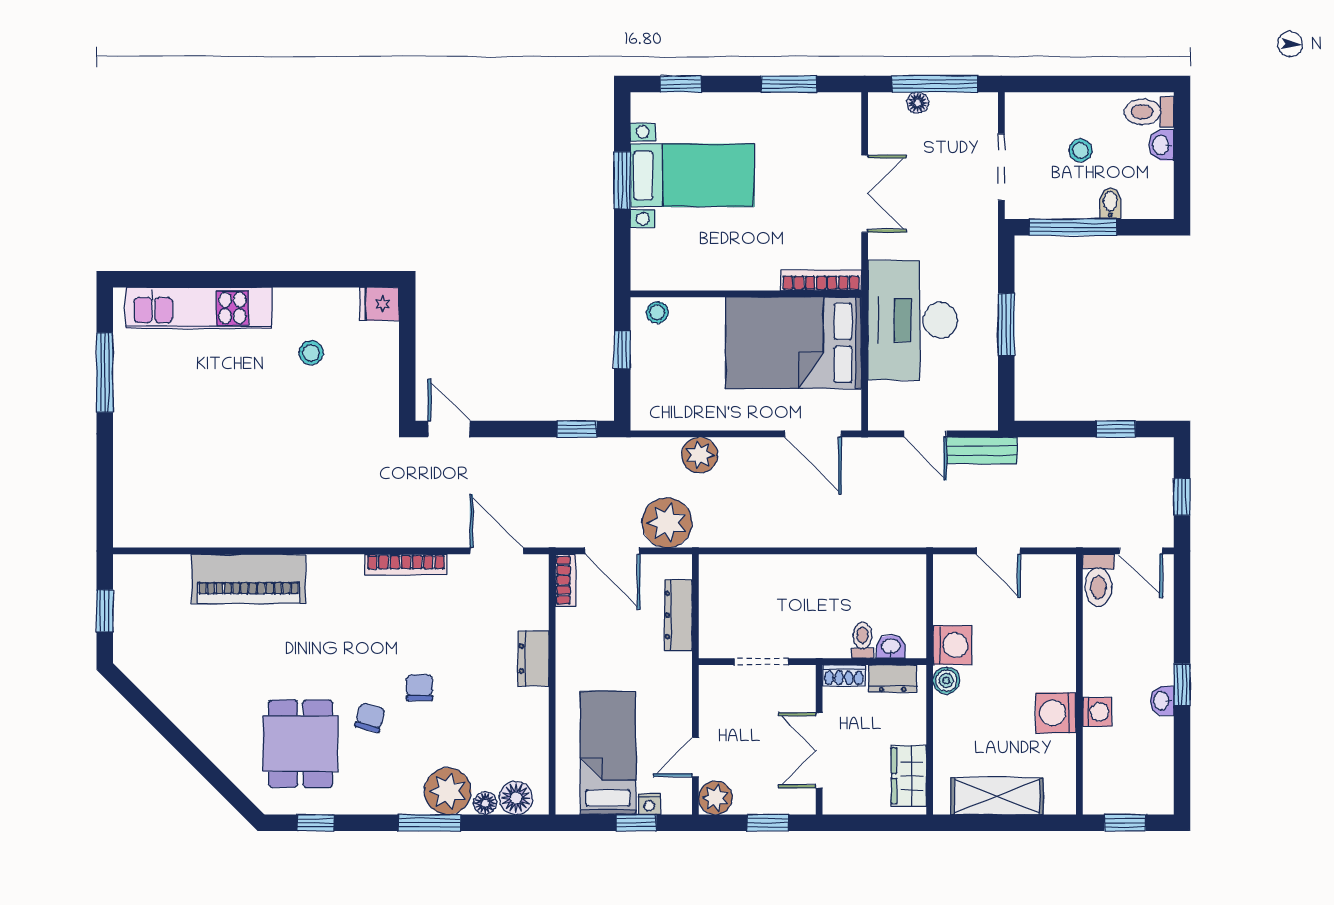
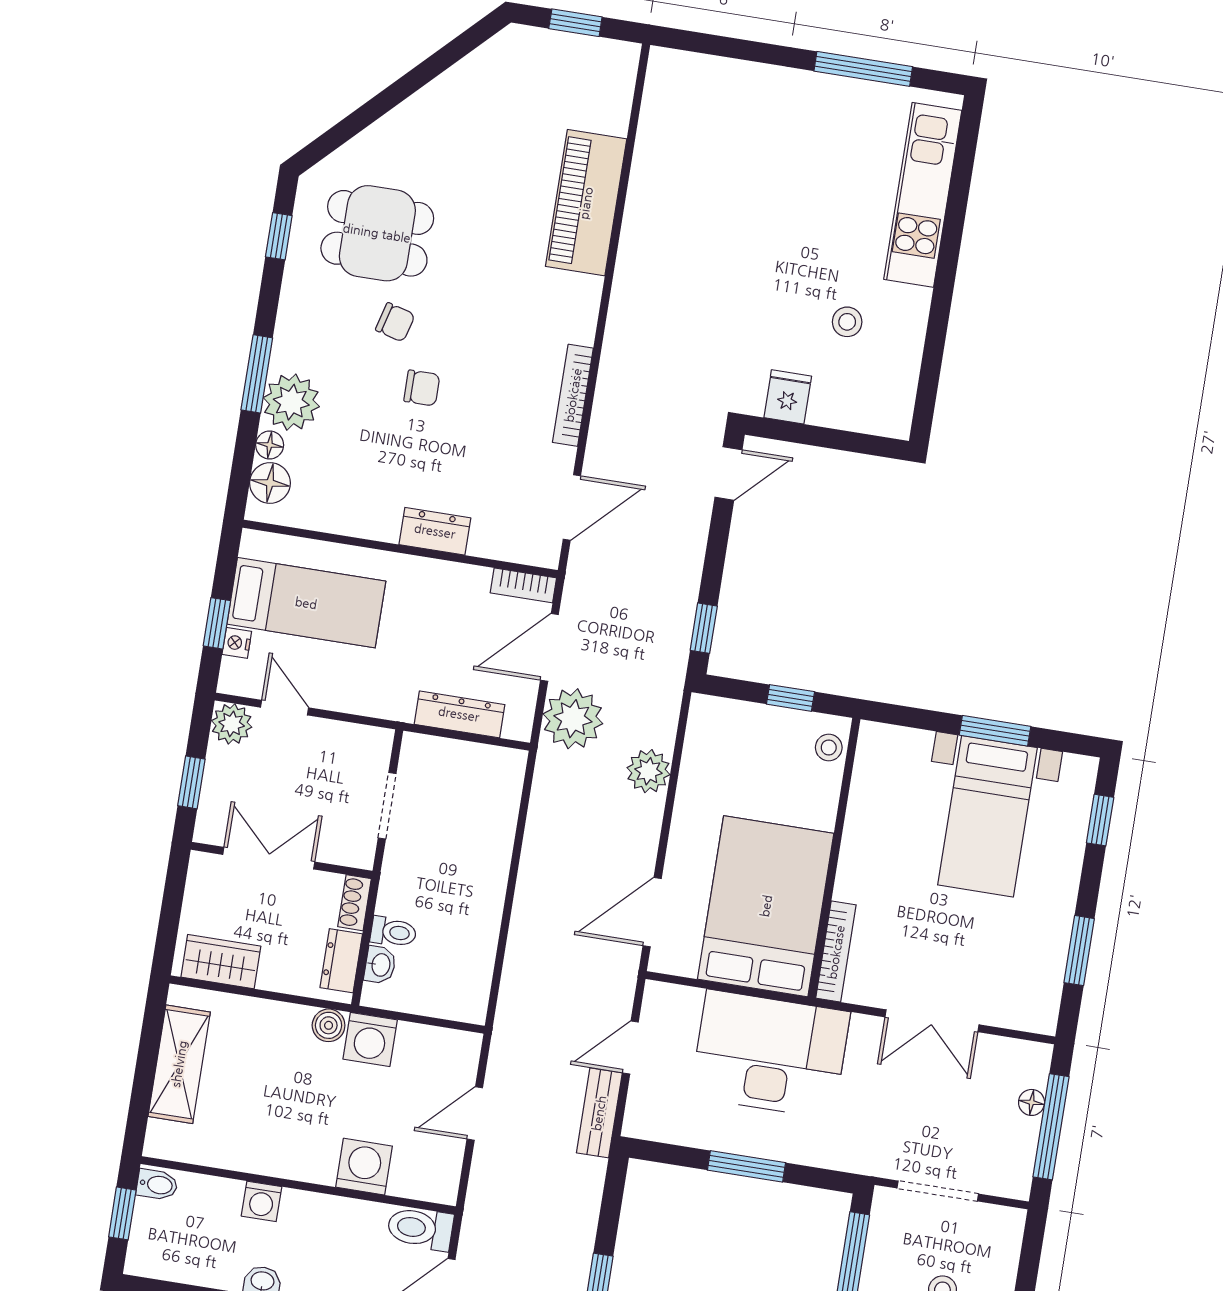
fridge: (379, 304) -> (788, 397), moved
washing machine: (1056, 713) -> (364, 1167), moved
bidet: (1097, 798) -> (157, 1185), added

